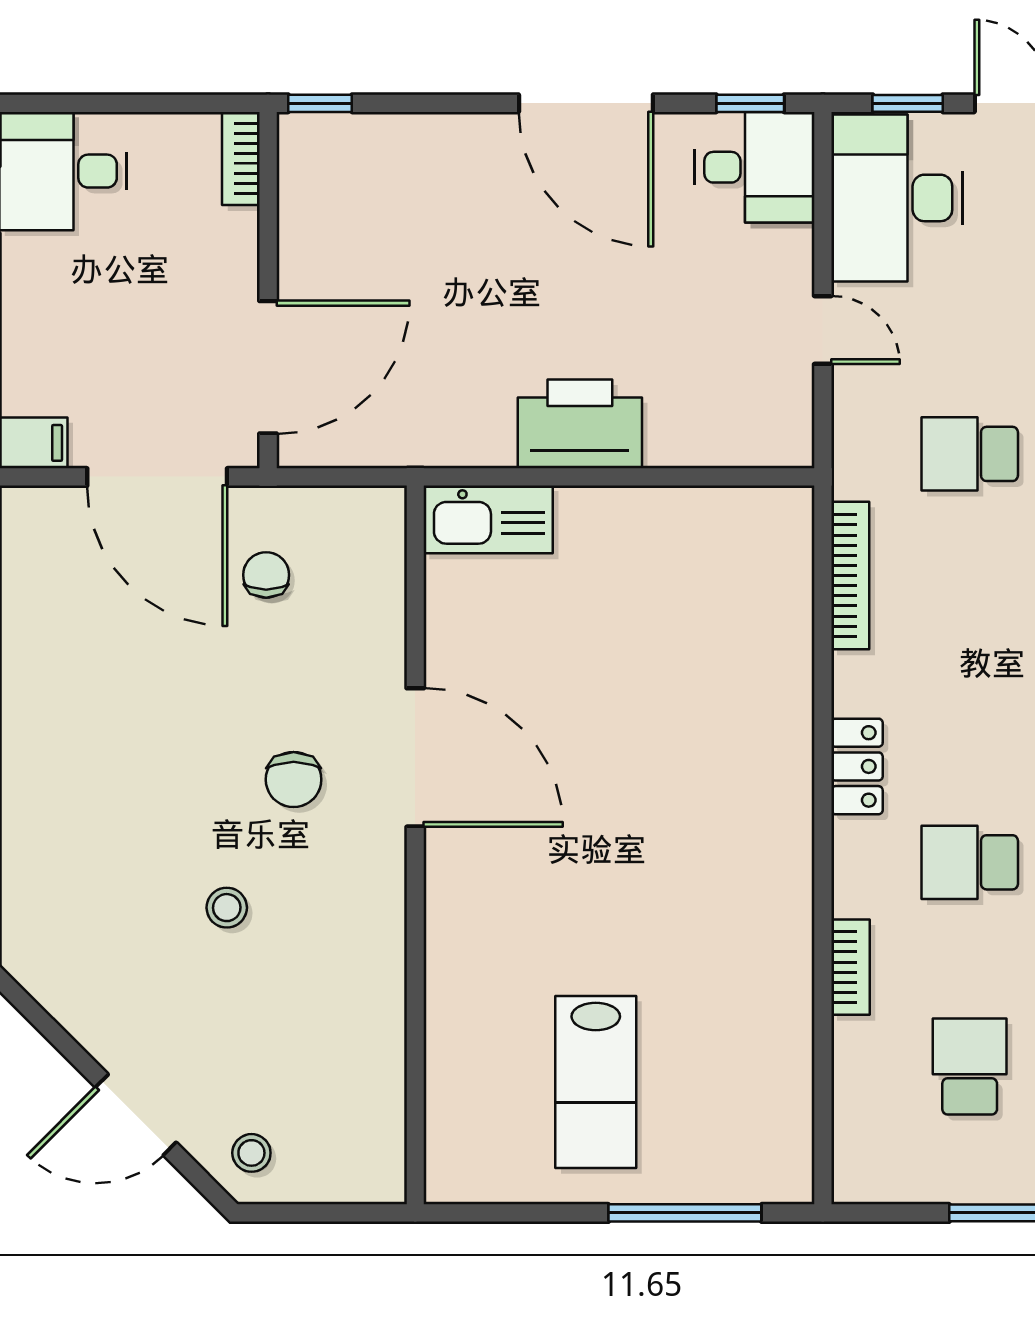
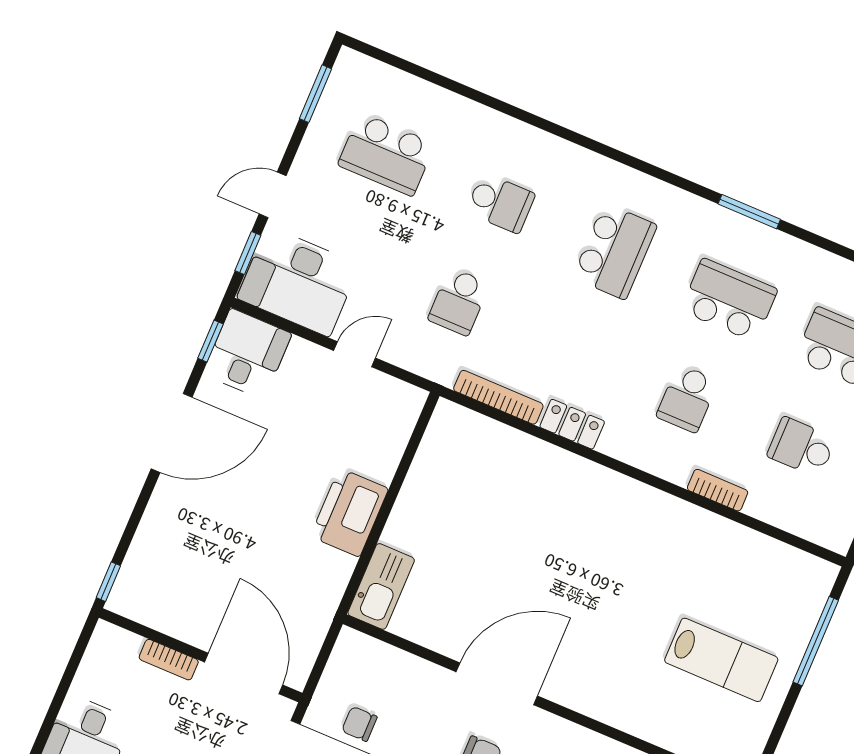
bookcase: (241, 159) -> (169, 660), moved
locker: (857, 766) -> (572, 424), moved

